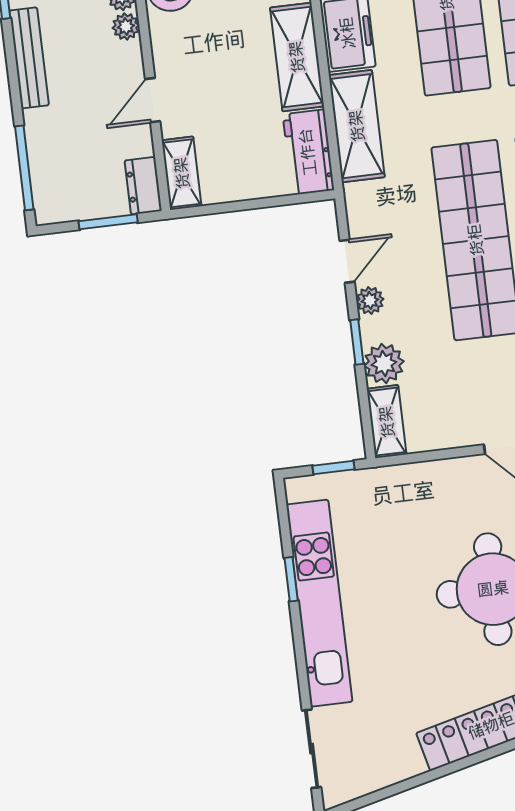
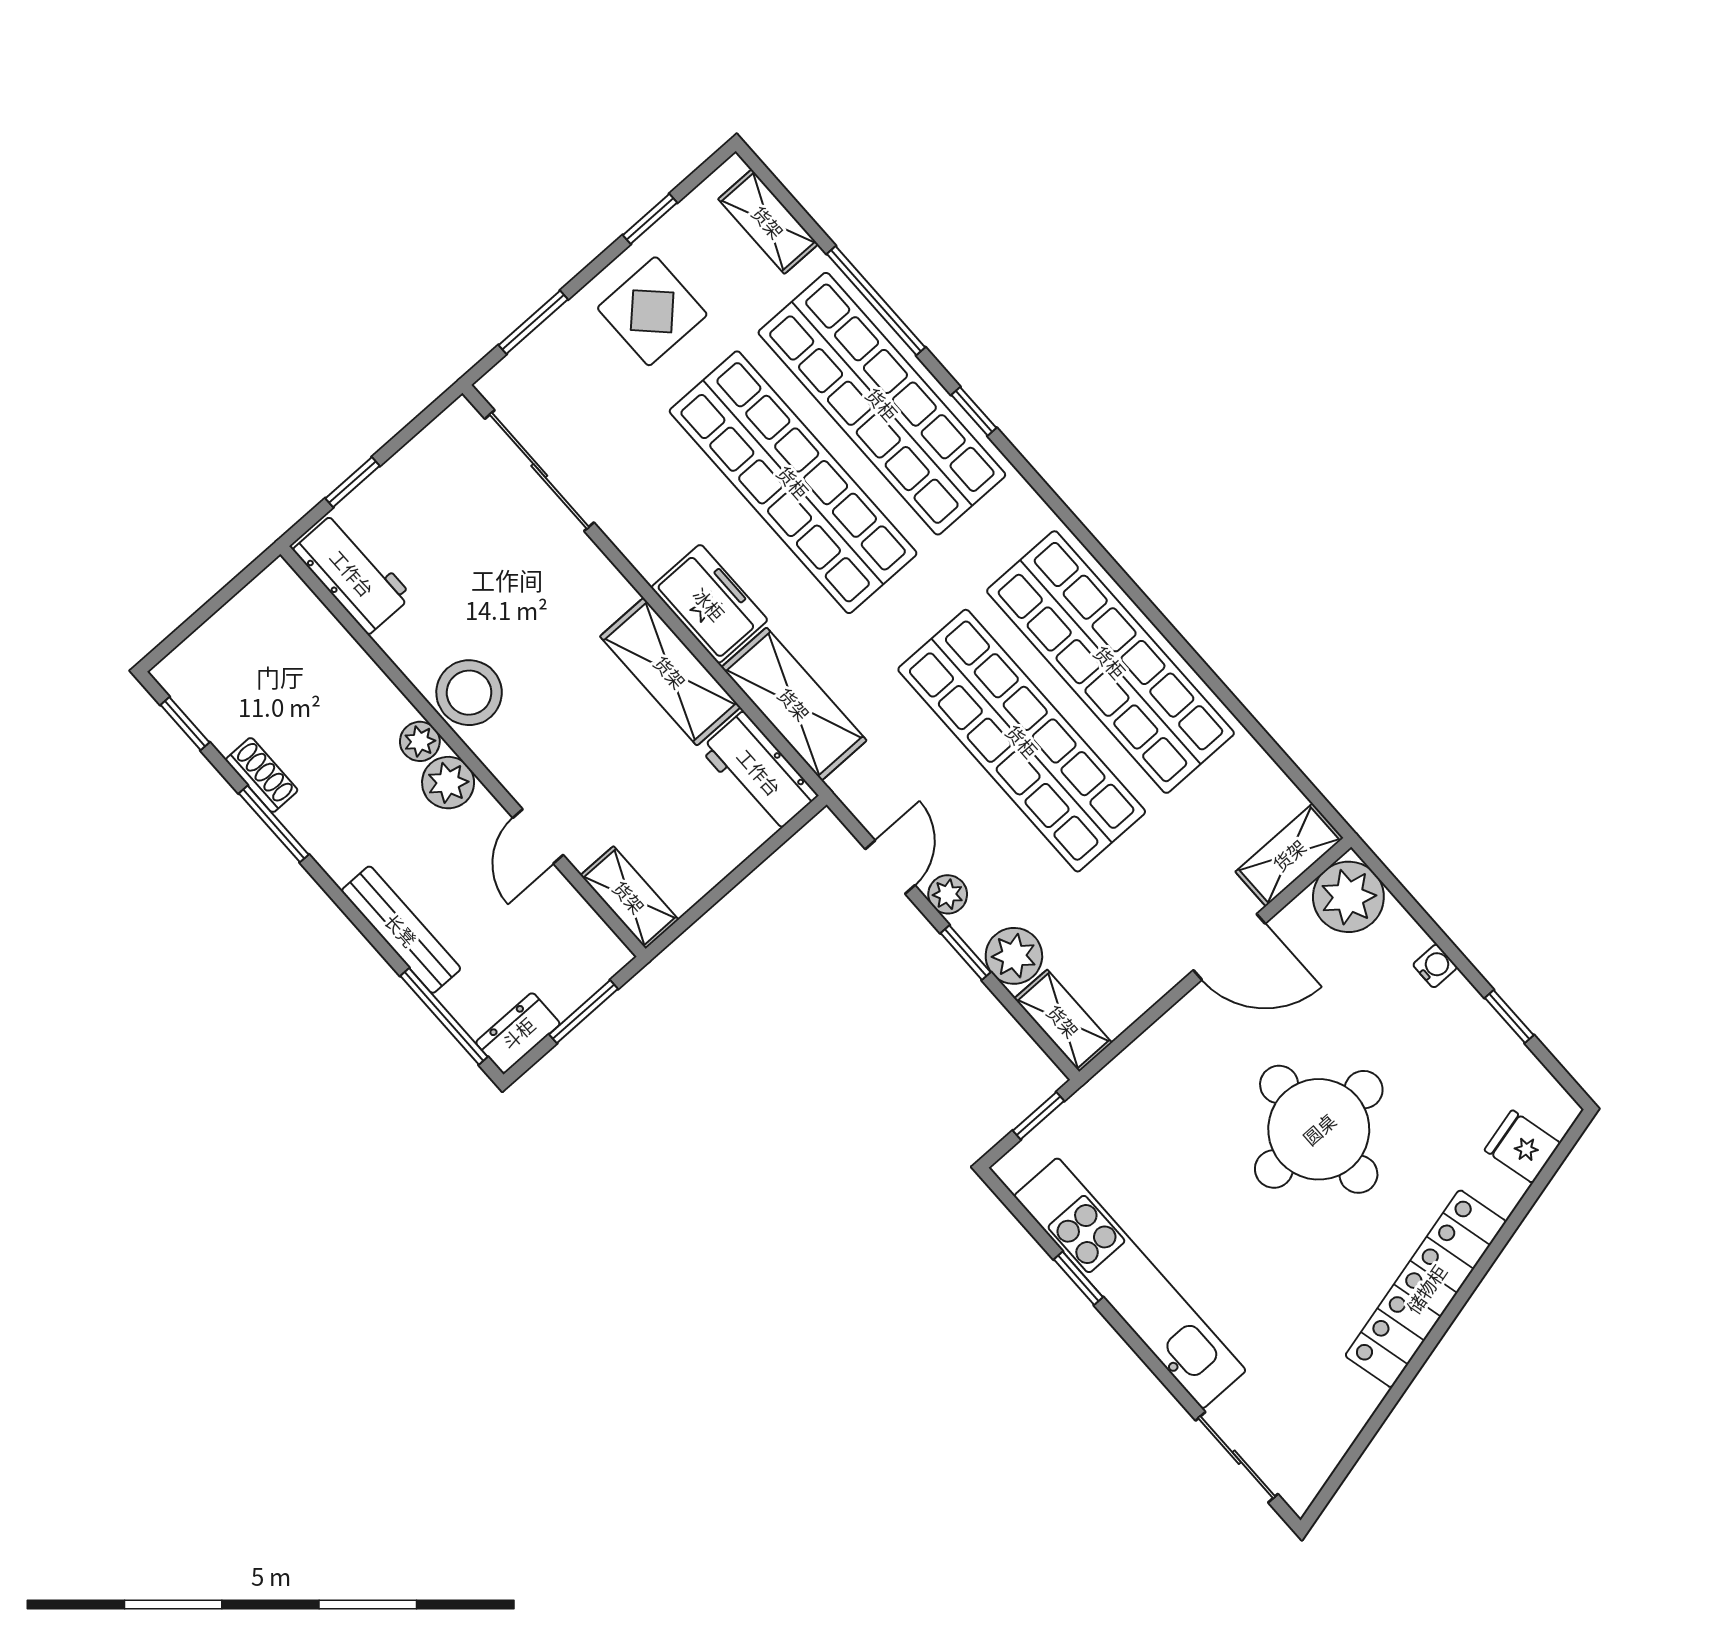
plant: (126, 26) -> (448, 783), width x1.38, depth x1.38
bench: (29, 58) -> (401, 930), moved
dresser: (143, 186) -> (518, 1033), moved, turned 90

